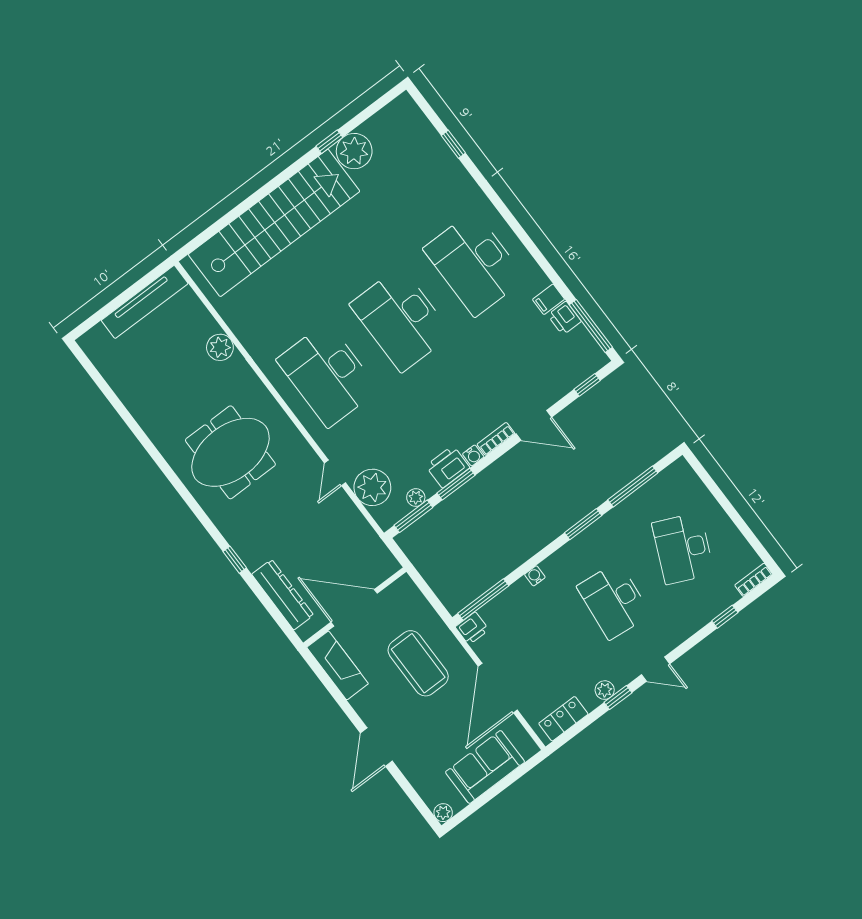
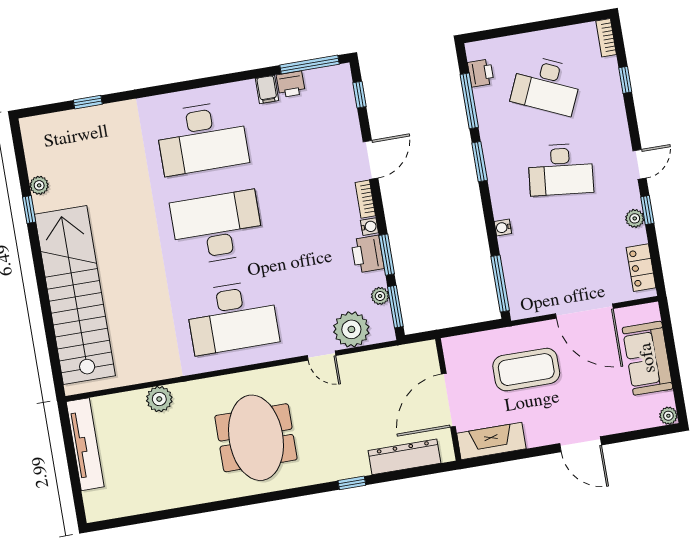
plant: (354, 151) -> (39, 185), width x0.53, depth x0.53
desk: (401, 319) -> (217, 228), turned 180
printer: (472, 628) -> (481, 73), moved

